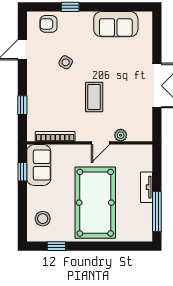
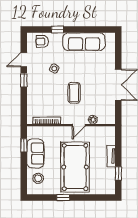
sofa: (116, 24) -> (84, 42), width x1.36
window: (22, 105) -> (24, 80), moved
sofa: (39, 165) -> (35, 153), moved
window: (157, 212) -> (118, 173), width x0.46
window: (56, 246) -> (63, 198), moved

